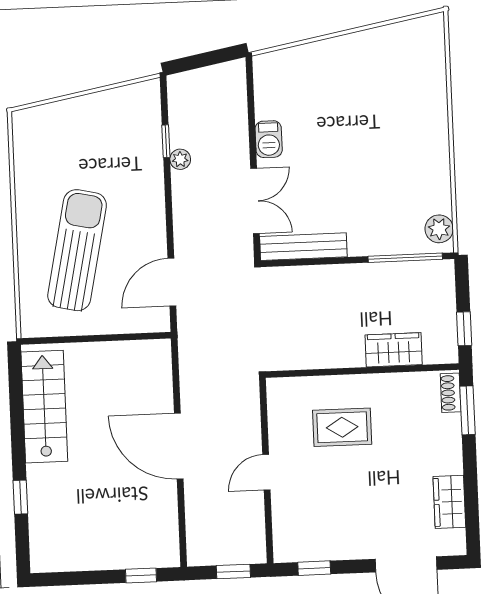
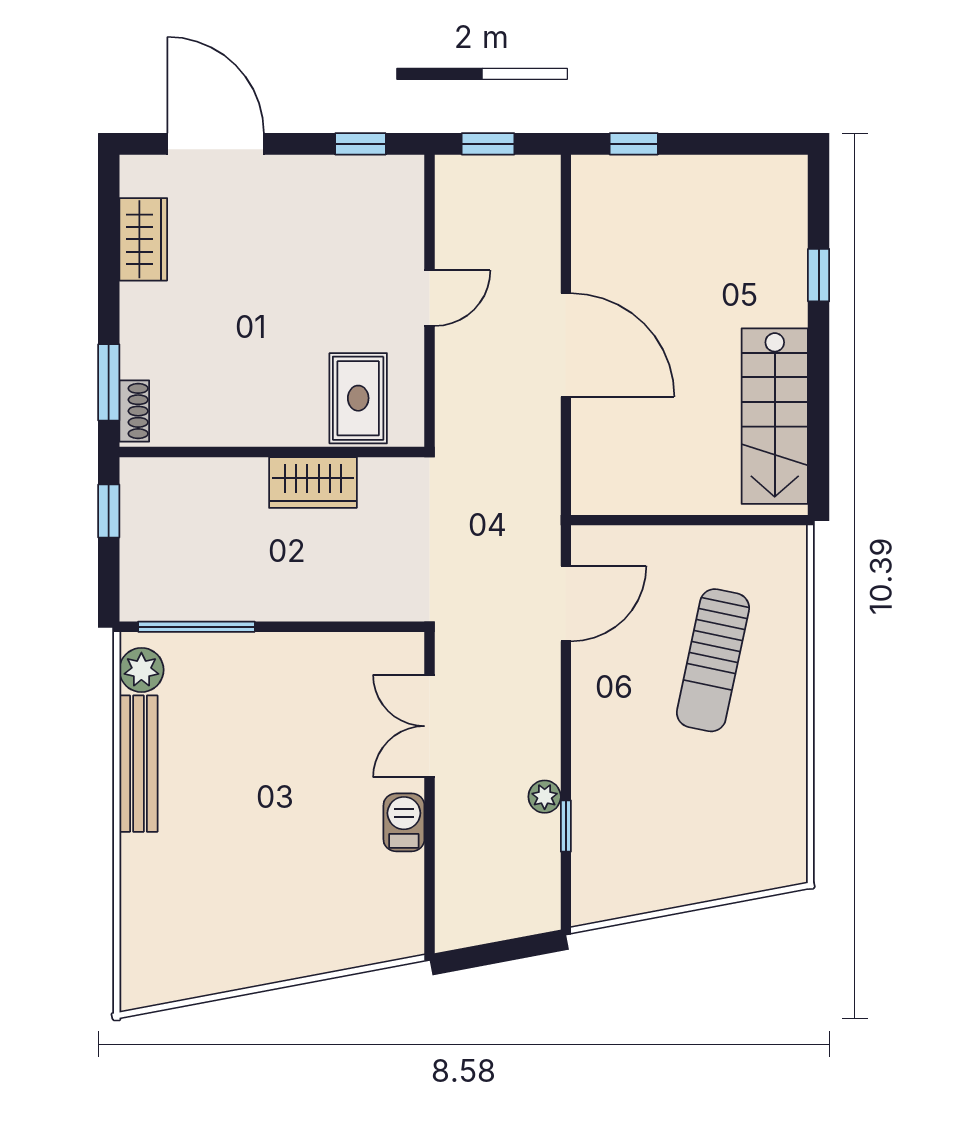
bench: (303, 247) -> (138, 764), moved, turned 90
sun lounger: (77, 250) -> (713, 660), width x0.73, depth x0.75
wardrobe: (394, 350) -> (313, 483), moved
rug: (342, 427) -> (358, 398), moved, turned 90

